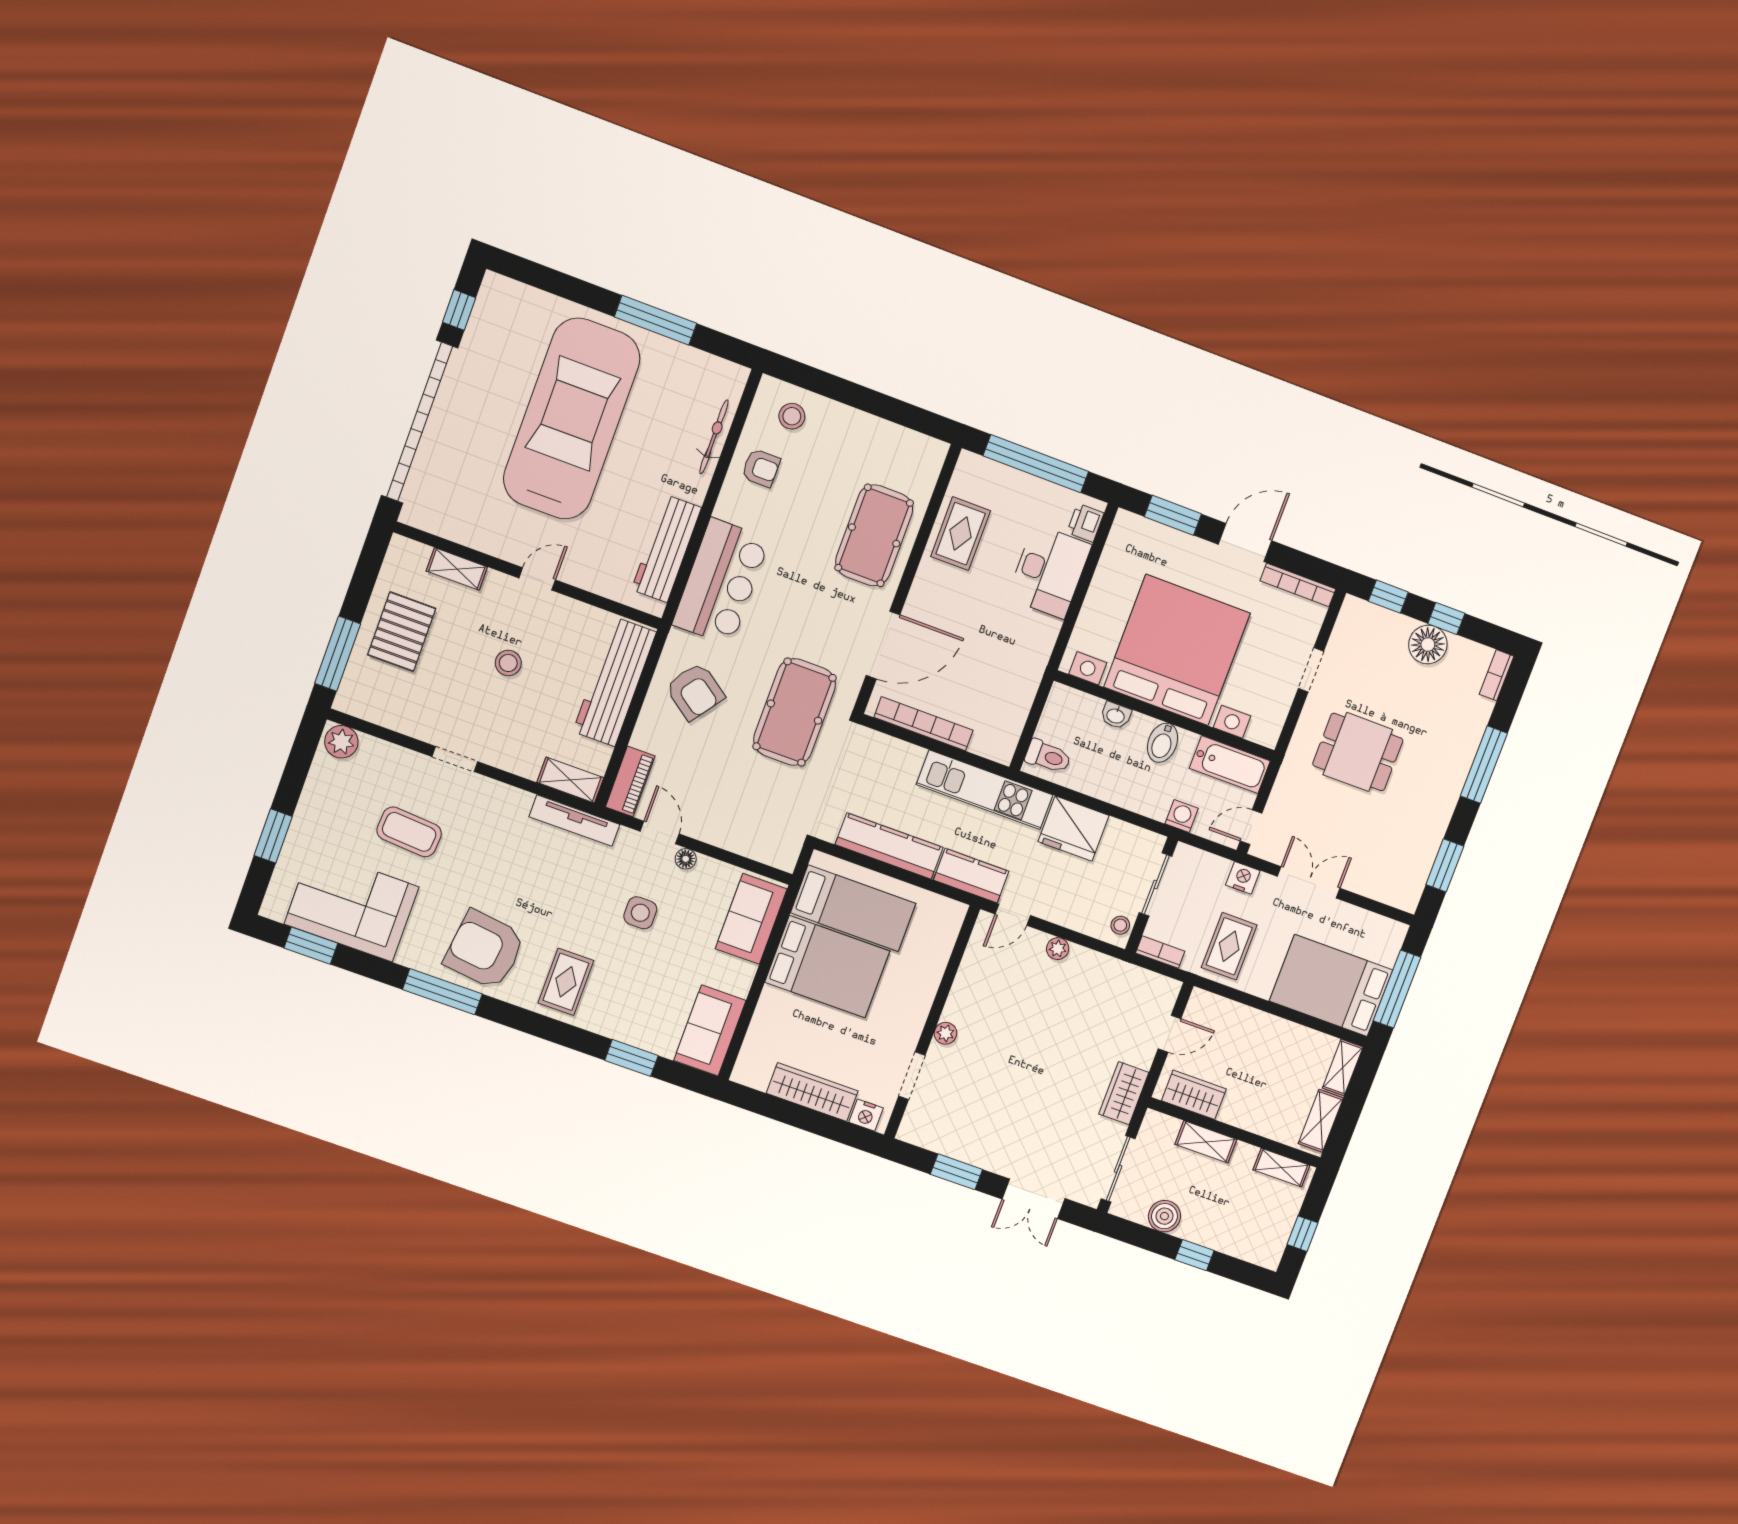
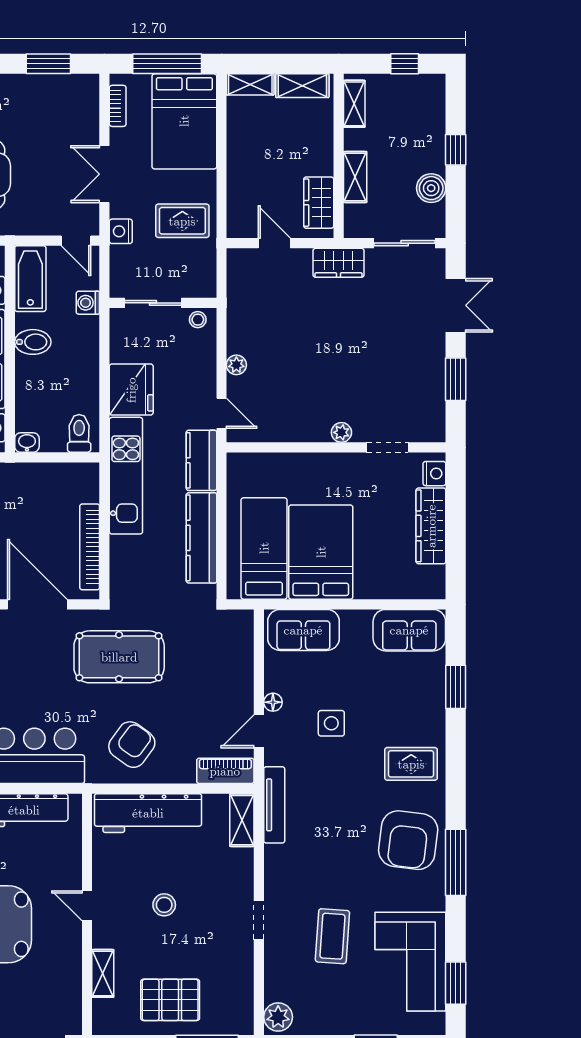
washbasin: (1116, 715) -> (27, 443), moved, turned -90
bookcase: (1160, 952) -> (118, 106), moved, turned 180

